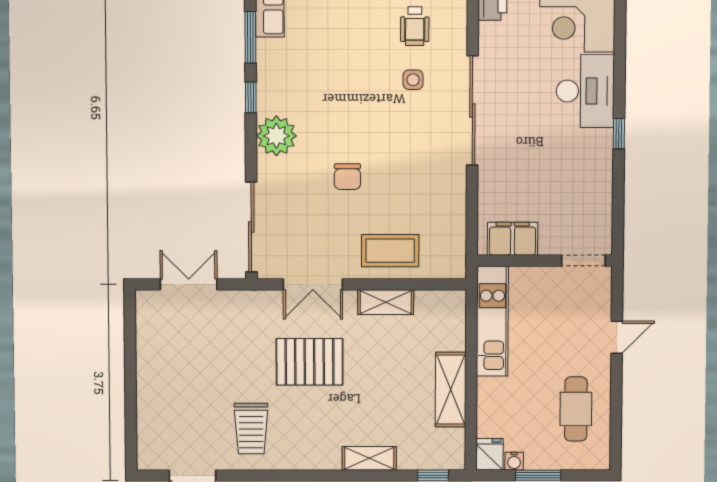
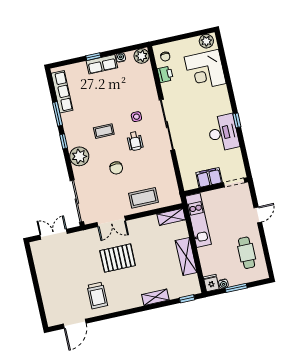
wheelchair: (415, 26) -> (135, 141), moved
desk: (585, 91) -> (223, 133), moved
coffee table: (339, 95) -> (104, 131), added
filing cabinet: (512, 239) -> (209, 178), moved
shelving: (386, 302) -> (171, 217), moved

